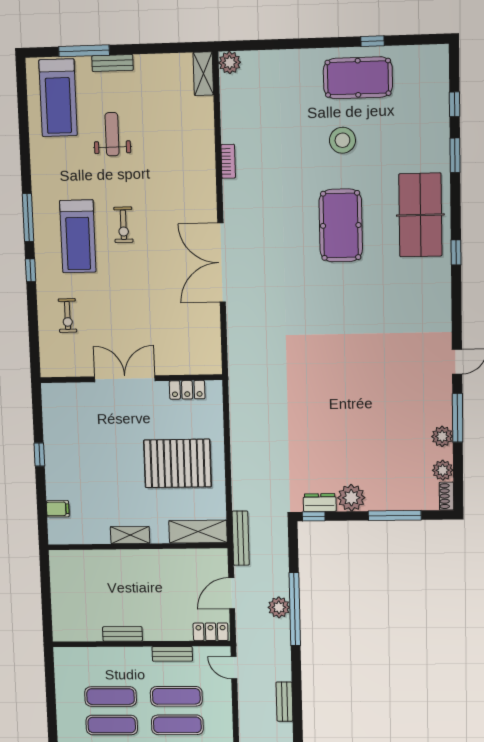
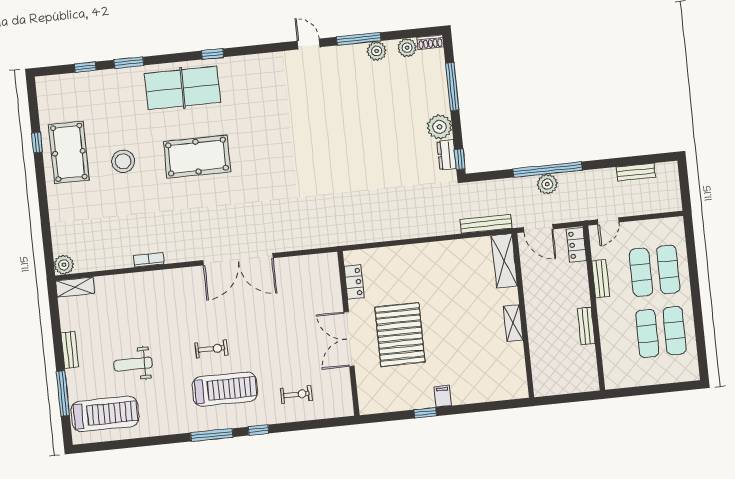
bench: (113, 63) -> (70, 350), moved
pallet: (178, 463) -> (400, 335), moved
filing cabinet: (58, 509) -> (443, 396), moved
shelving: (198, 532) -> (504, 261), moved
shelving: (130, 535) -> (513, 323), moved
wall: (138, 546) -> (523, 315), moved

